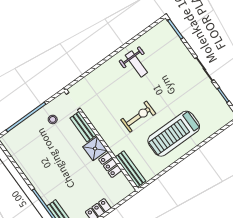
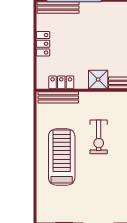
locker: (110, 165) -> (61, 82), moved

